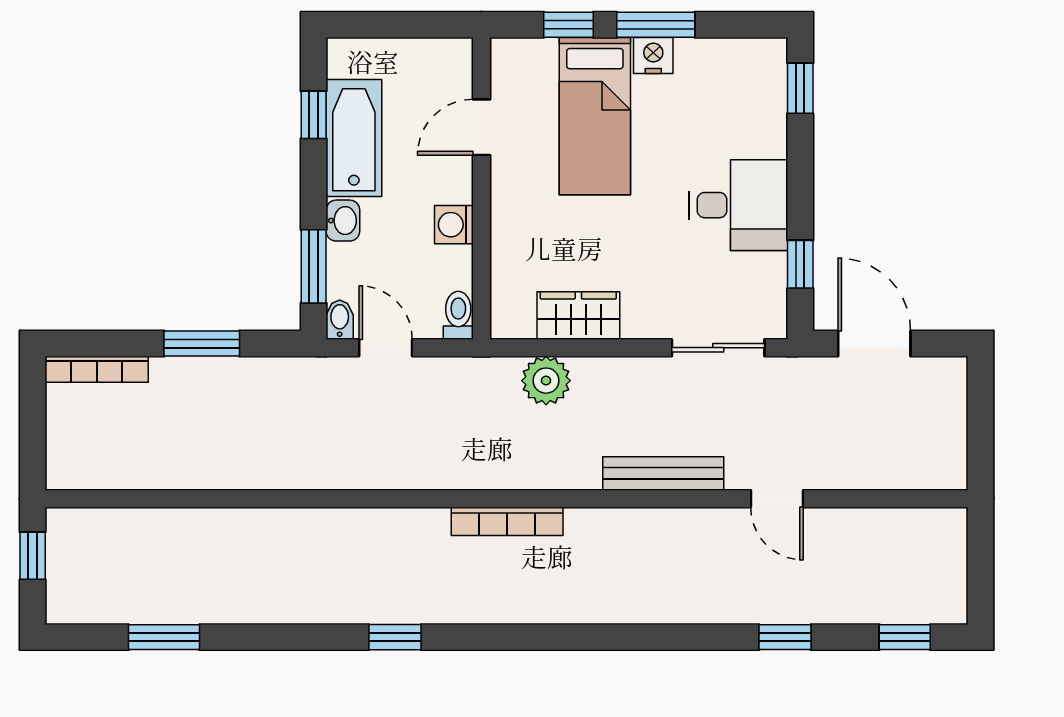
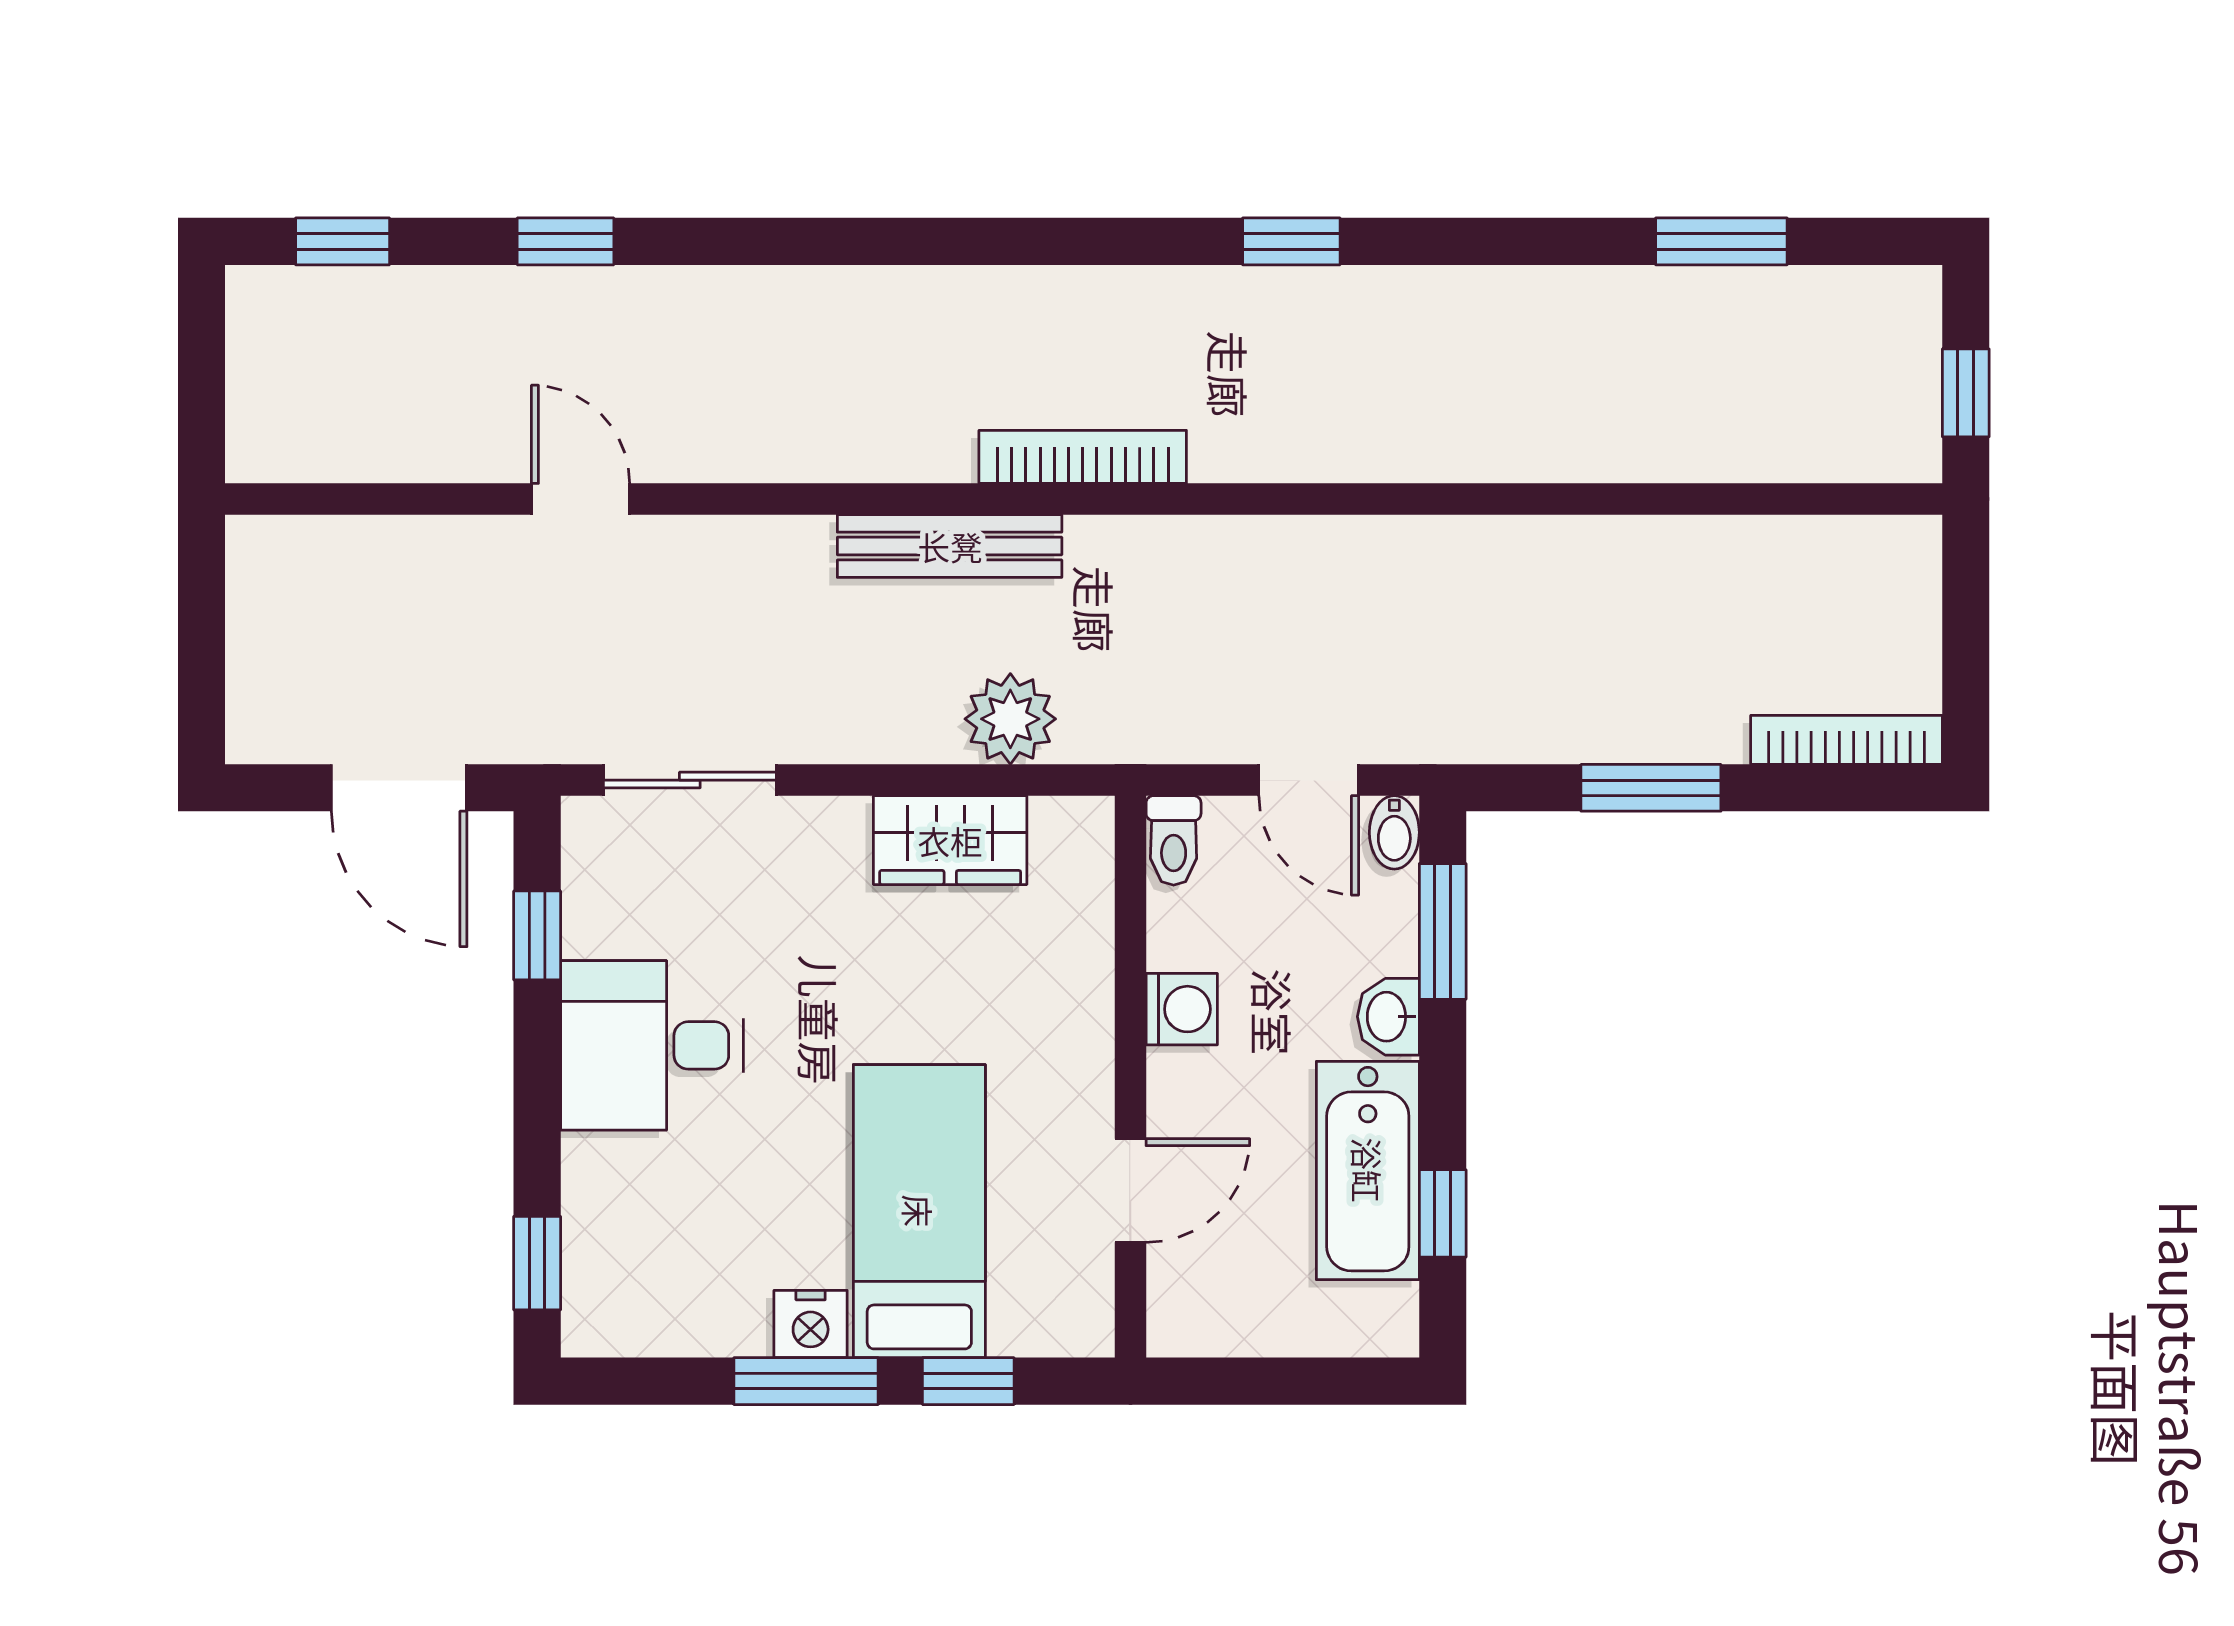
bench: (663, 473) -> (950, 546), moved

